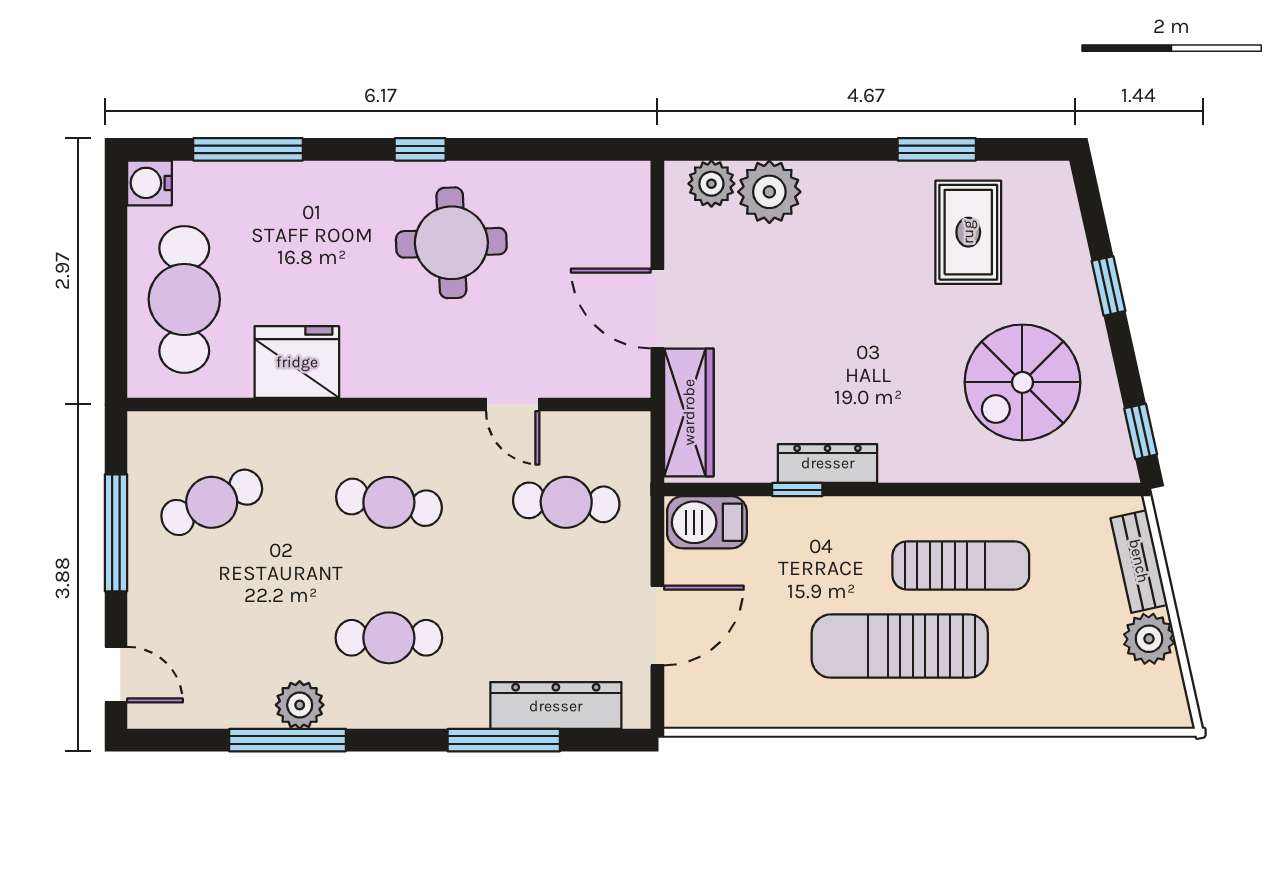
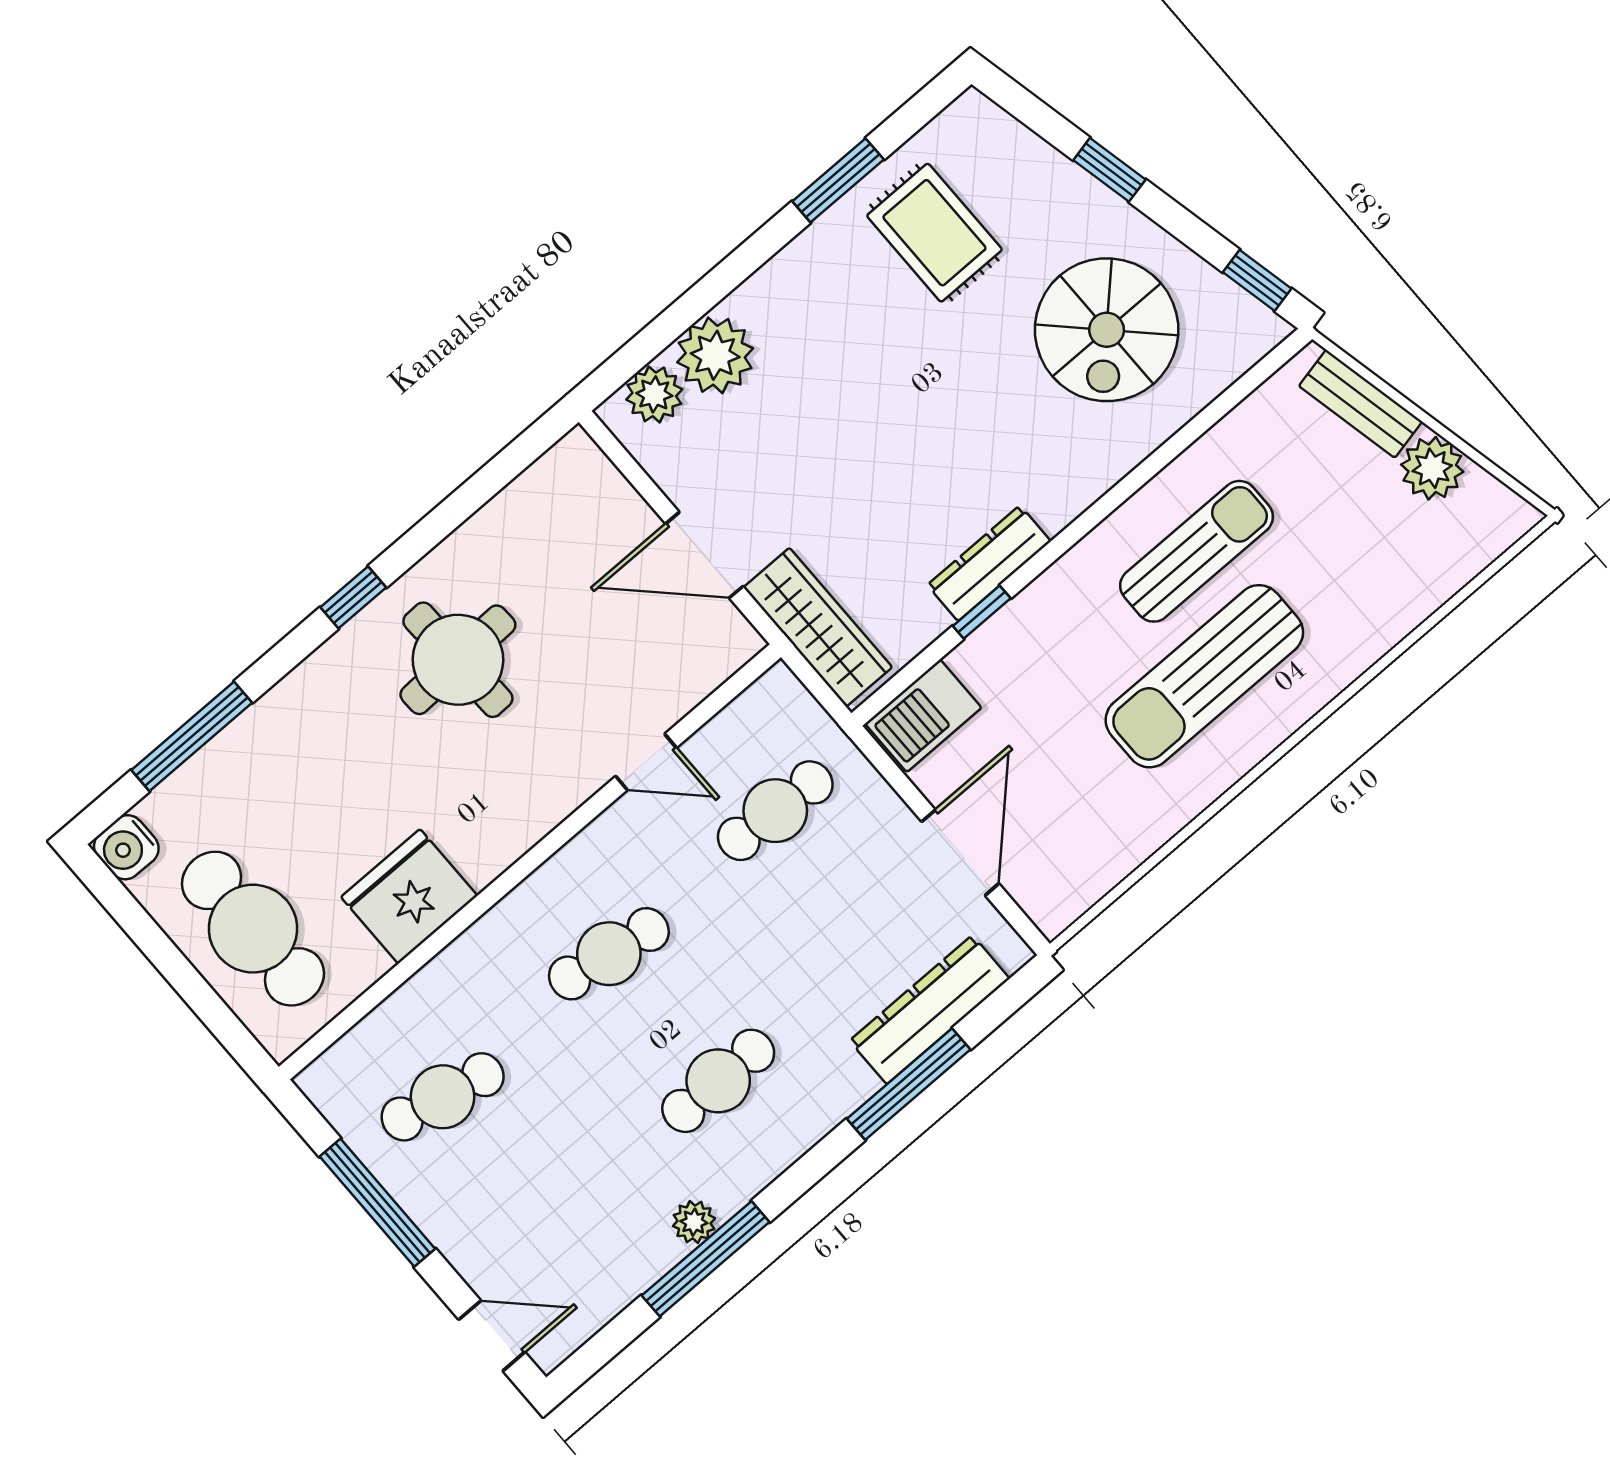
cafe table: (212, 502) -> (443, 1097), turned 36
plant: (300, 705) -> (694, 1222), width x0.73, depth x0.73

